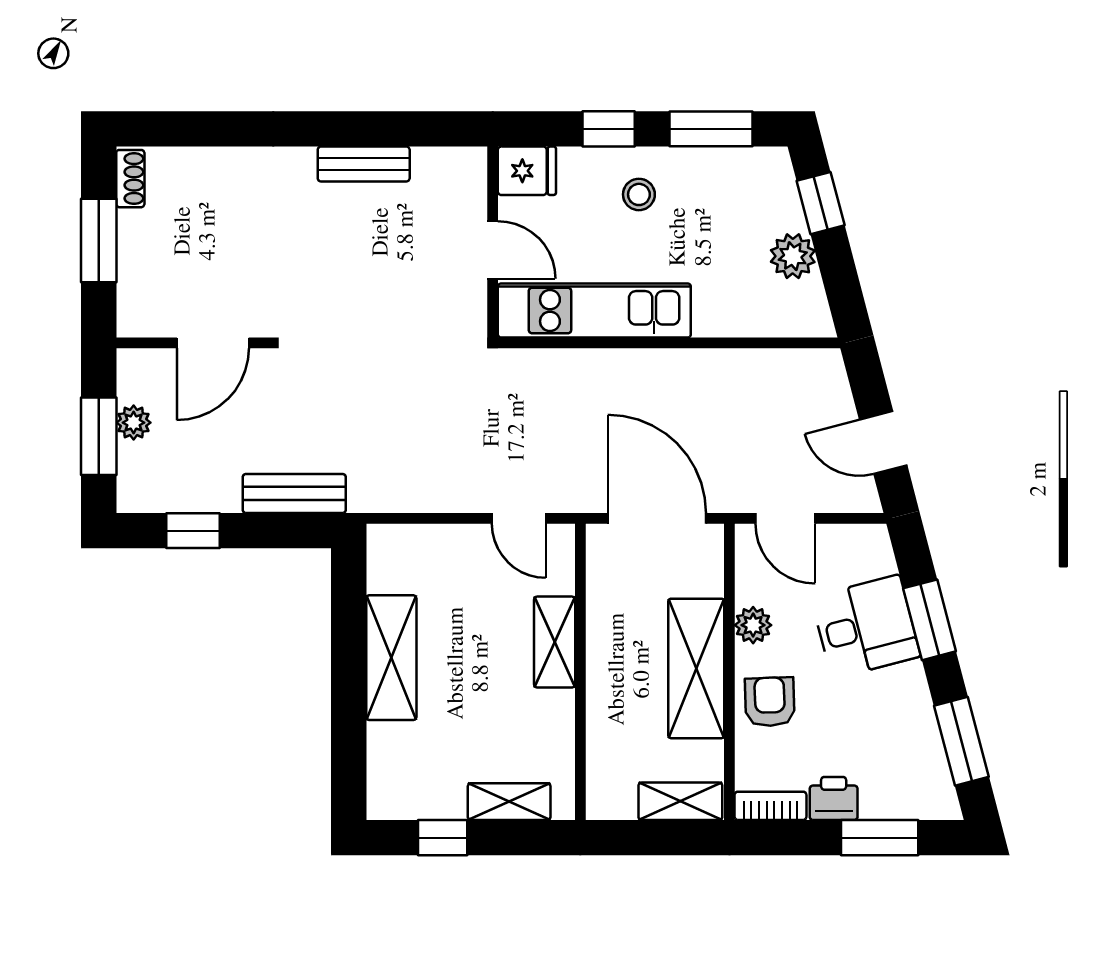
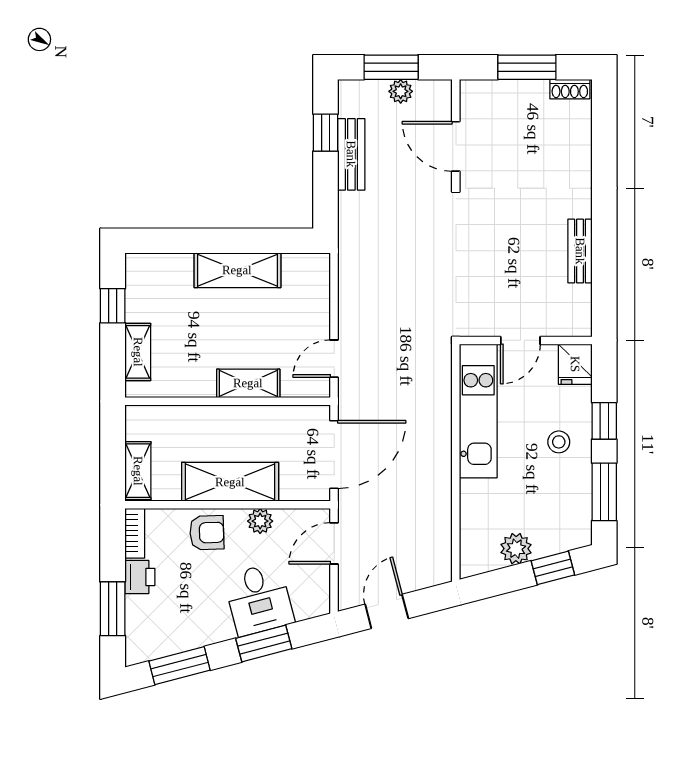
bench: (294, 493) -> (351, 154), moved

